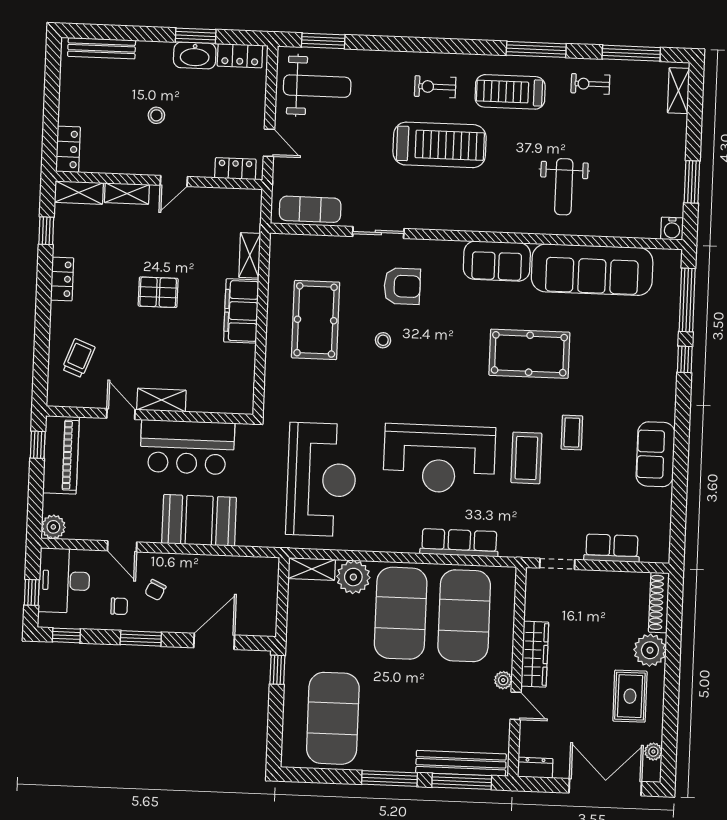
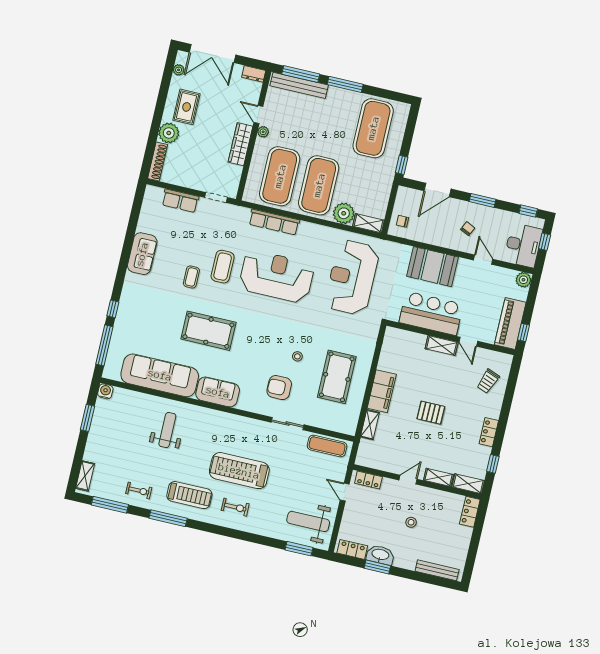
chair: (119, 606) -> (402, 221), moved

